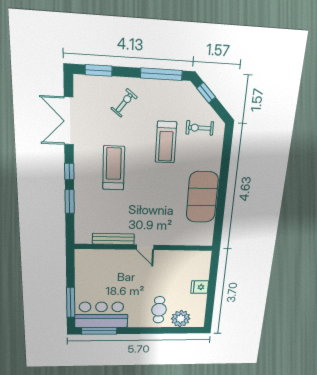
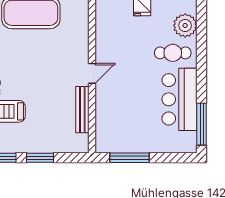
window: (71, 302) -> (130, 158), moved
bar counter: (101, 315) -> (180, 99), moved

